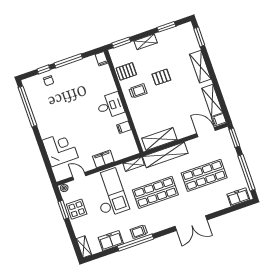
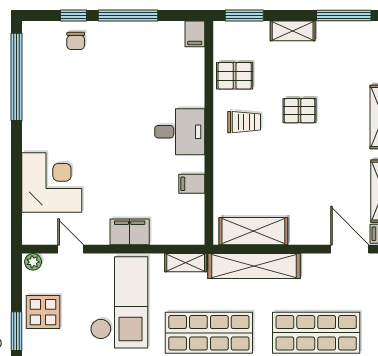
window: (166, 27) -> (344, 16), width x1.44
window: (63, 210) -> (17, 331), moved

